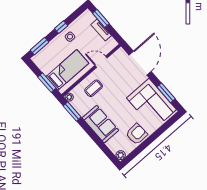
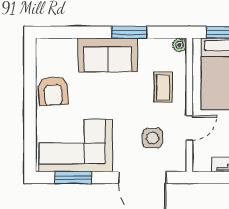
side table: (119, 74) -> (152, 138), added
window: (72, 111) -> (129, 32), moved
plant: (121, 155) -> (44, 46), removed

